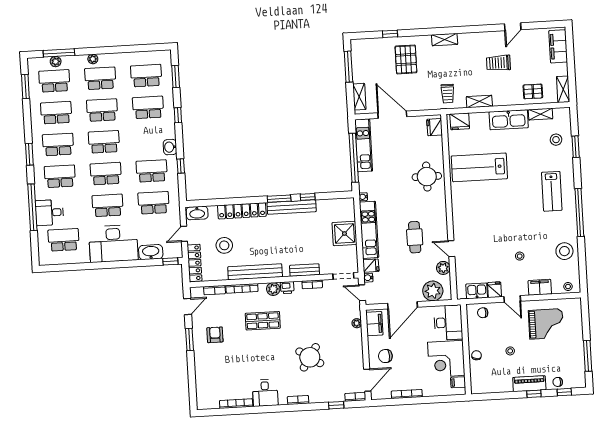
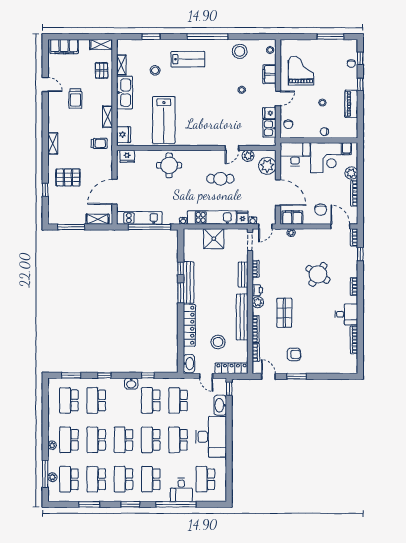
window: (25, 87) -> (89, 504), moved
stool: (556, 140) -> (155, 70), moved
armchair: (215, 335) -> (294, 354), turned 180
piano: (529, 384) -> (351, 104), moved
plant: (430, 389) -> (351, 173), added

